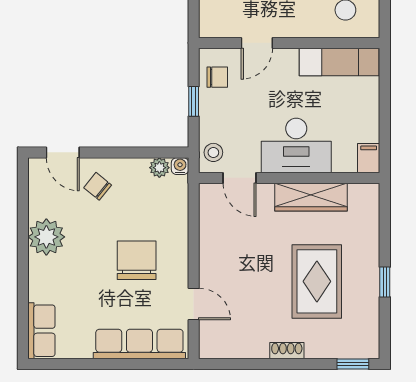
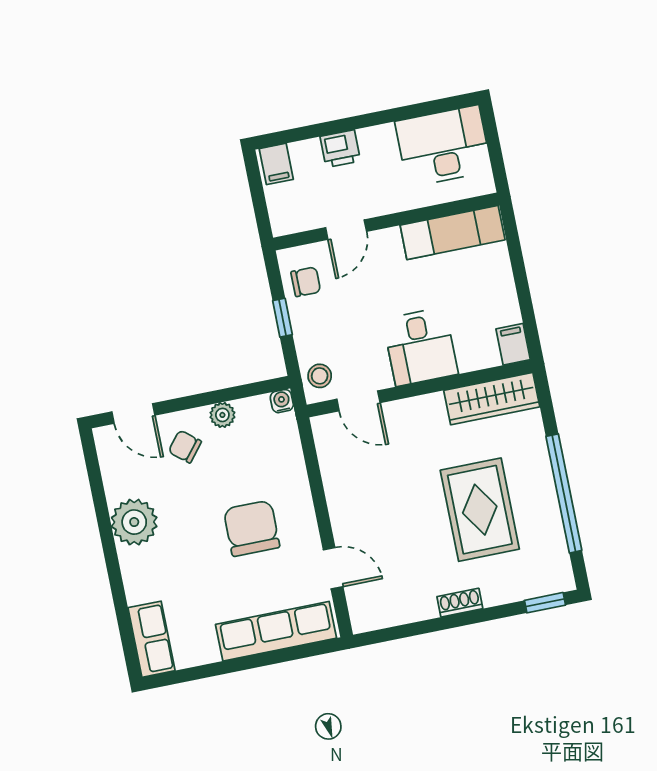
desk: (296, 145) -> (420, 347), width x0.73
plant: (159, 168) -> (222, 415), moved
wardrobe: (311, 197) -> (492, 399), moved
window: (385, 282) -> (564, 493), width x3.17

